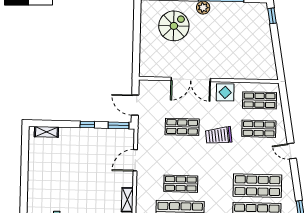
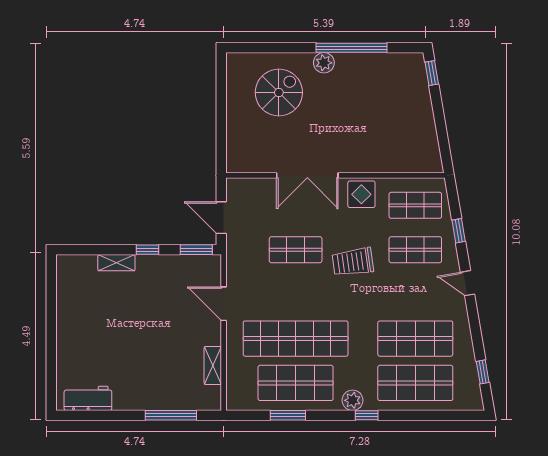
window: (287, 117) -> (459, 231), added
shelving: (46, 132) -> (116, 263), moved
door: (135, 160) -> (224, 304), hinge flipped
shop shelf: (181, 184) -> (296, 339), width x2.00, depth x1.36

